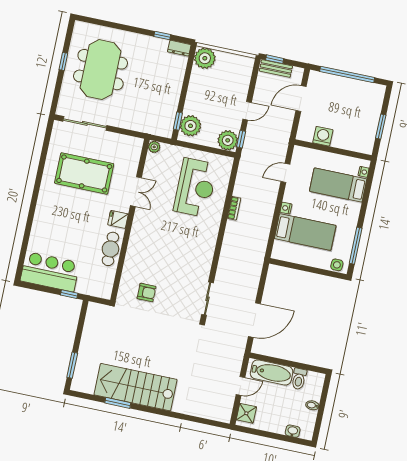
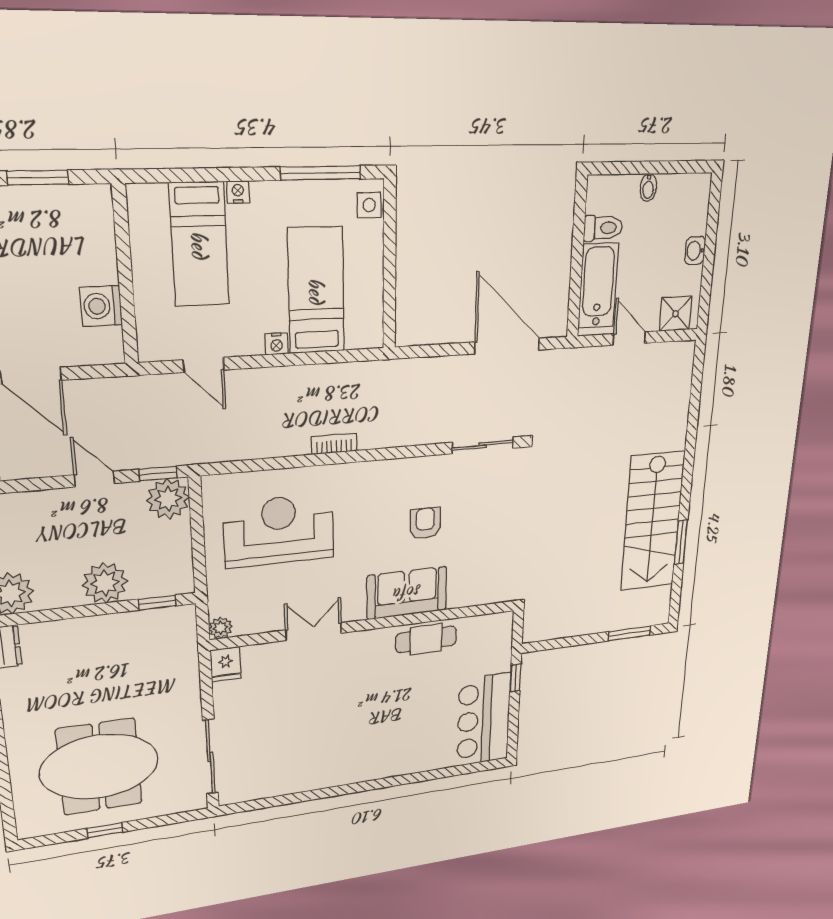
plant: (191, 126) -> (105, 583), moved
nightstand: (364, 172) -> (238, 192), moved
pool table: (84, 174) -> (302, 726), removed
bookcase: (234, 208) -> (334, 444), moved
fridge: (118, 219) -> (226, 664), moved
sofa: (140, 244) -> (407, 593), added
armchair: (147, 292) -> (425, 523), moved
washbasin: (293, 431) -> (695, 251), moved

